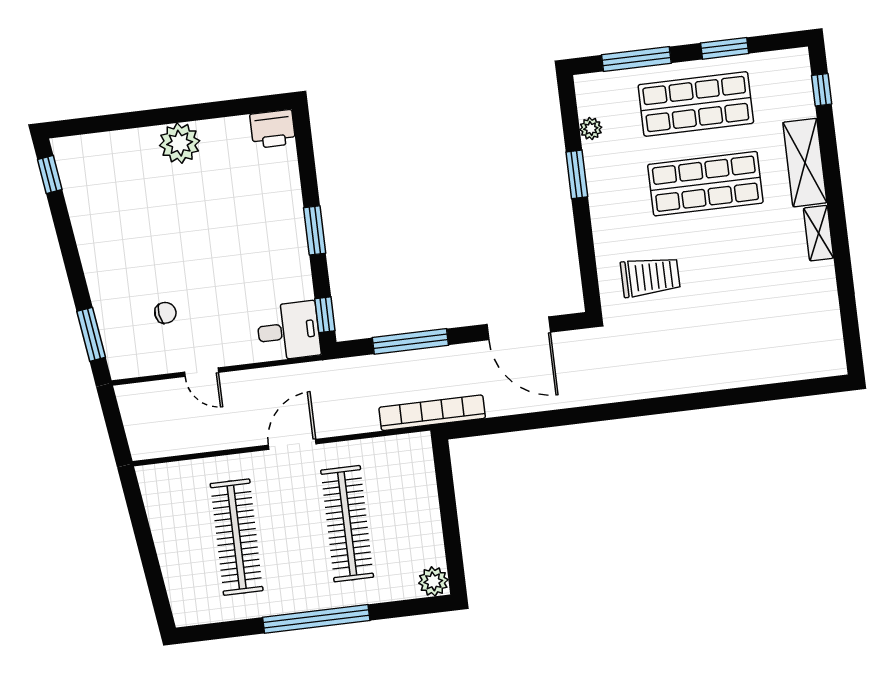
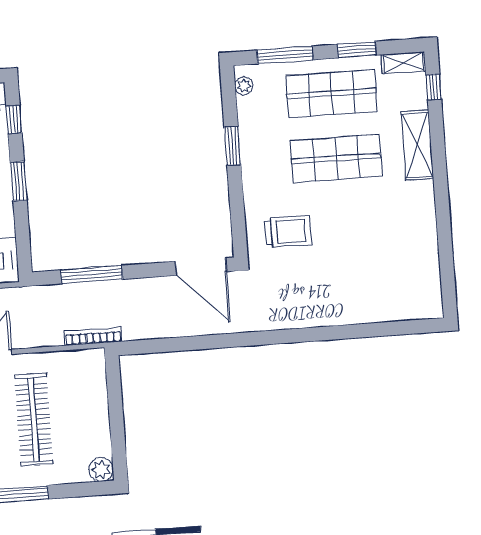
plant: (591, 129) -> (244, 86), moved
shelving: (819, 233) -> (403, 63), moved, turned 90
window: (325, 315) -> (14, 119), moved
door: (519, 328) -> (201, 267), moved
bookcase: (432, 413) -> (93, 336), width x0.68, depth x0.76

